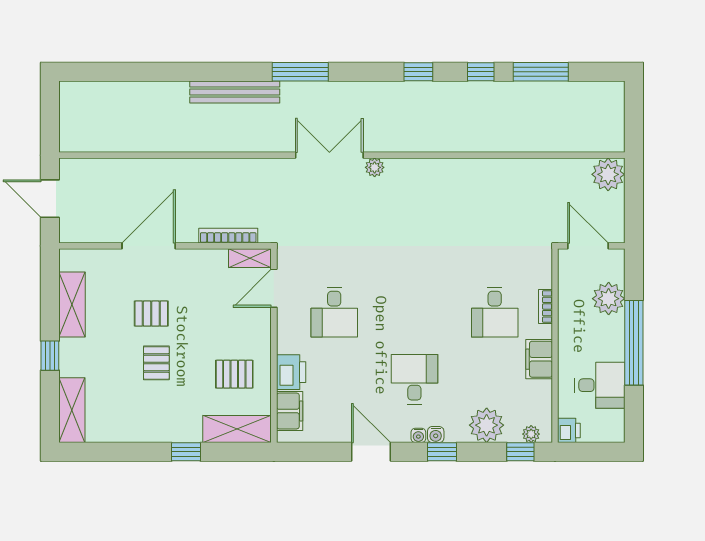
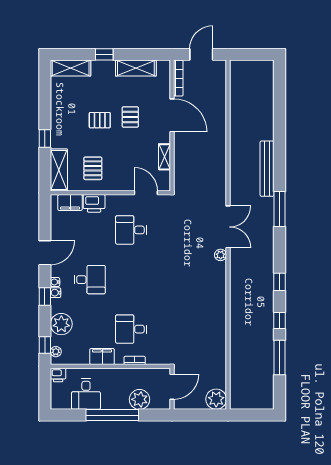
bookcase: (228, 236) -> (178, 78), moved
shelving: (250, 258) -> (164, 157), moved

